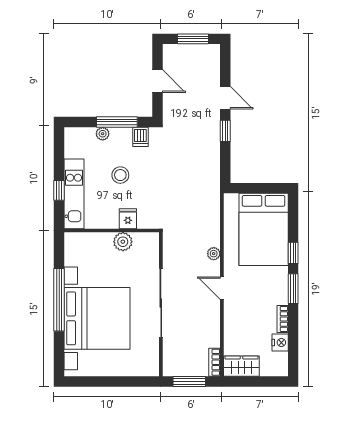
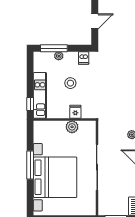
door: (157, 81) -> (95, 21), hinge flipped
window: (117, 122) -> (54, 48), moved
window: (59, 190) -> (30, 104), moved
window: (59, 300) -> (30, 165), width x0.68

